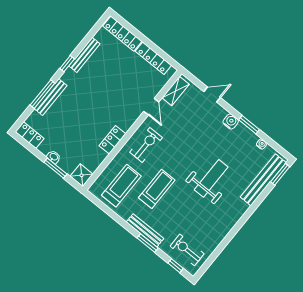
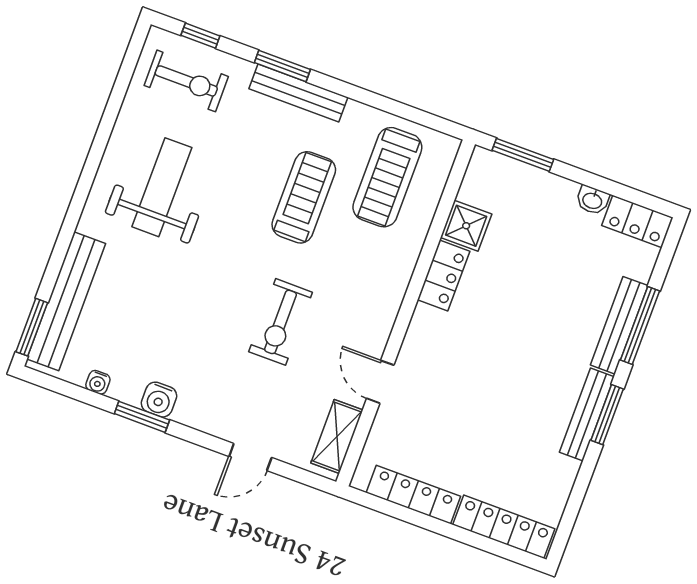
bench: (84, 55) -> (587, 415), moved
window: (67, 64) -> (607, 415), width x1.50
water cooler: (231, 122) -> (159, 400), moved
exercise bike: (146, 145) -> (281, 322), moved
washbasin: (54, 157) -> (592, 200), moved
window: (55, 168) -> (523, 155), moved
shower: (82, 175) -> (466, 226), moved
weight bench: (211, 178) -> (162, 187), moved, turned 180
treadmill: (157, 189) -> (304, 197), turned 180

